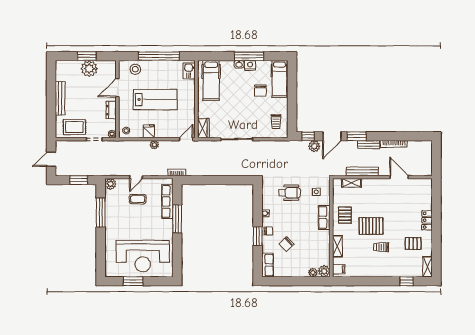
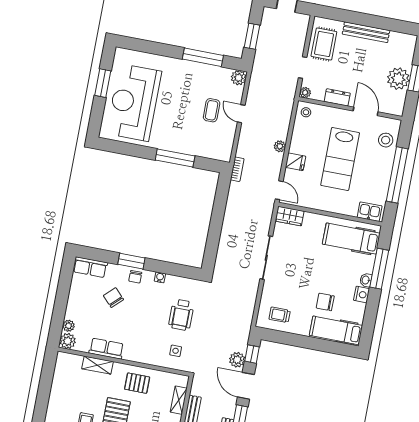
window: (249, 56) -> (379, 269), moved
fridge: (149, 131) -> (295, 162), moved
row of seats: (167, 201) -> (201, 149), removed
row of seats: (324, 217) -> (106, 349), moved
filing cabinet: (339, 269) -> (66, 361), removed

